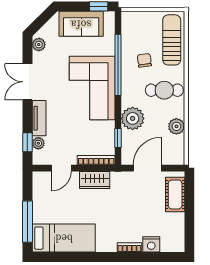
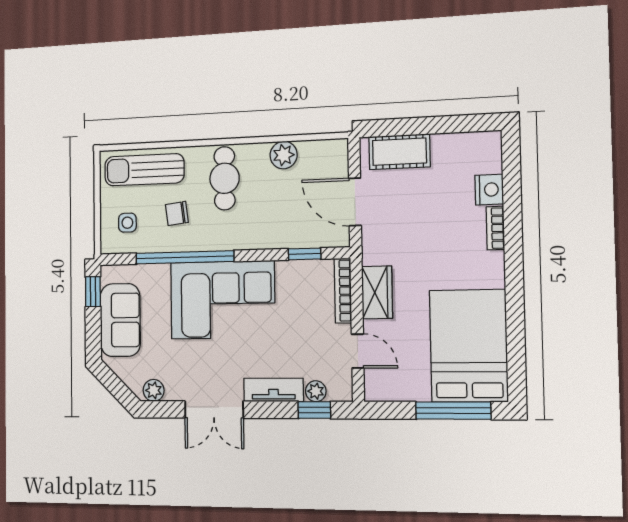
side table: (140, 29) -> (127, 223), added
plant: (133, 118) -> (272, 230), removed
bed: (64, 238) -> (469, 346), width x1.50

